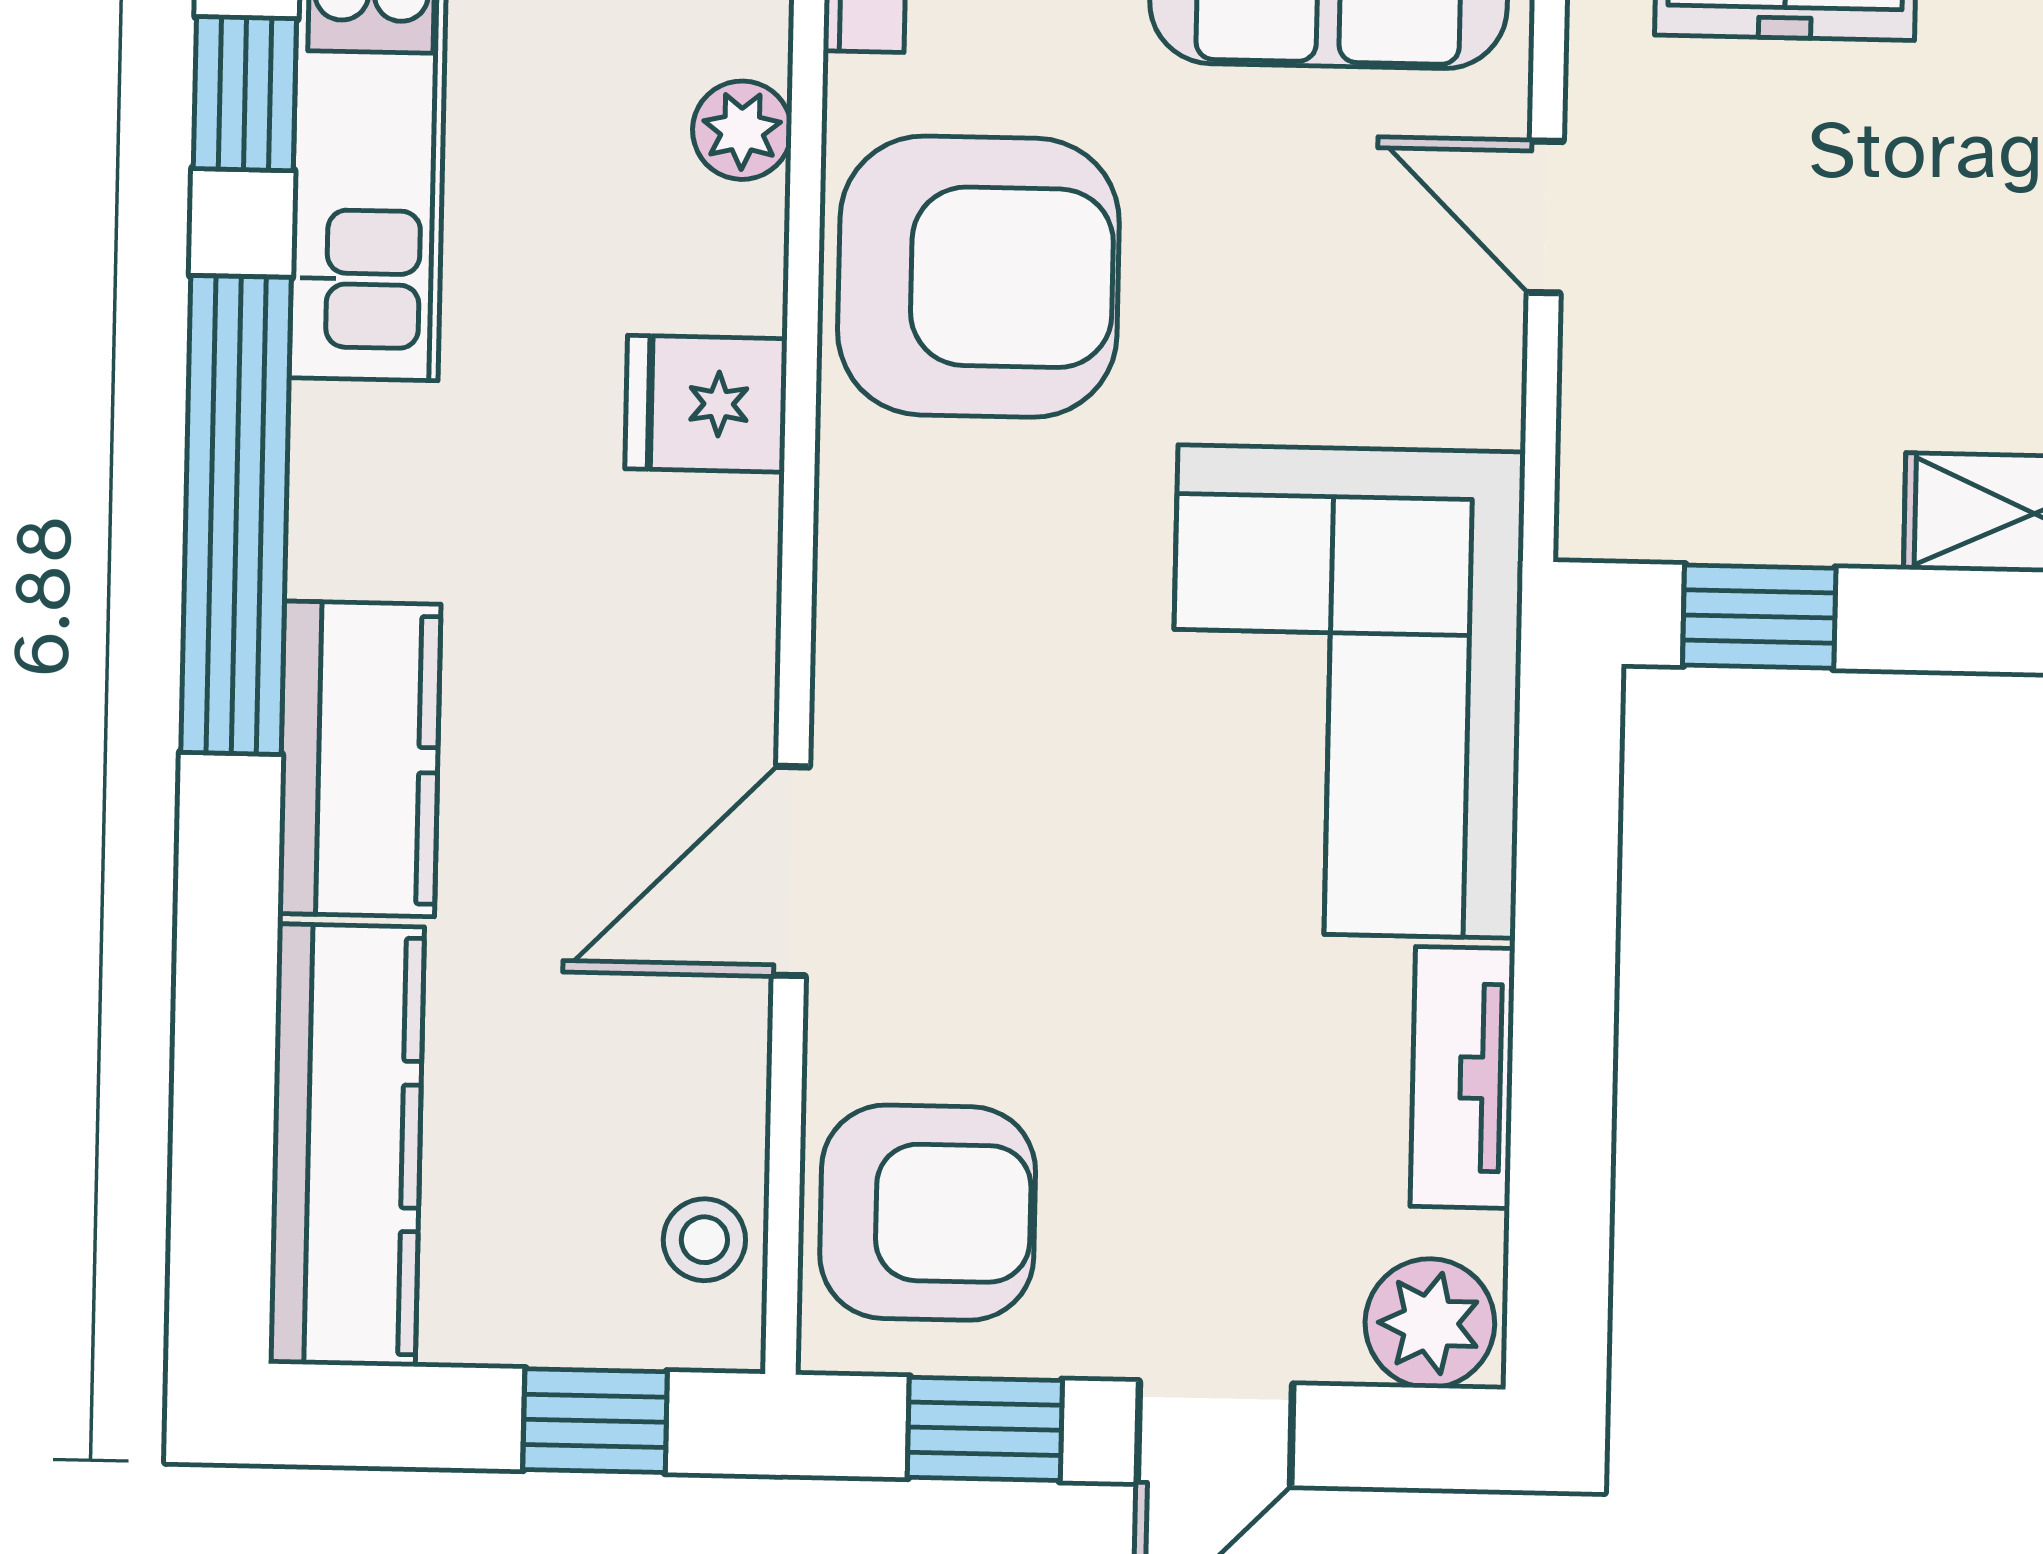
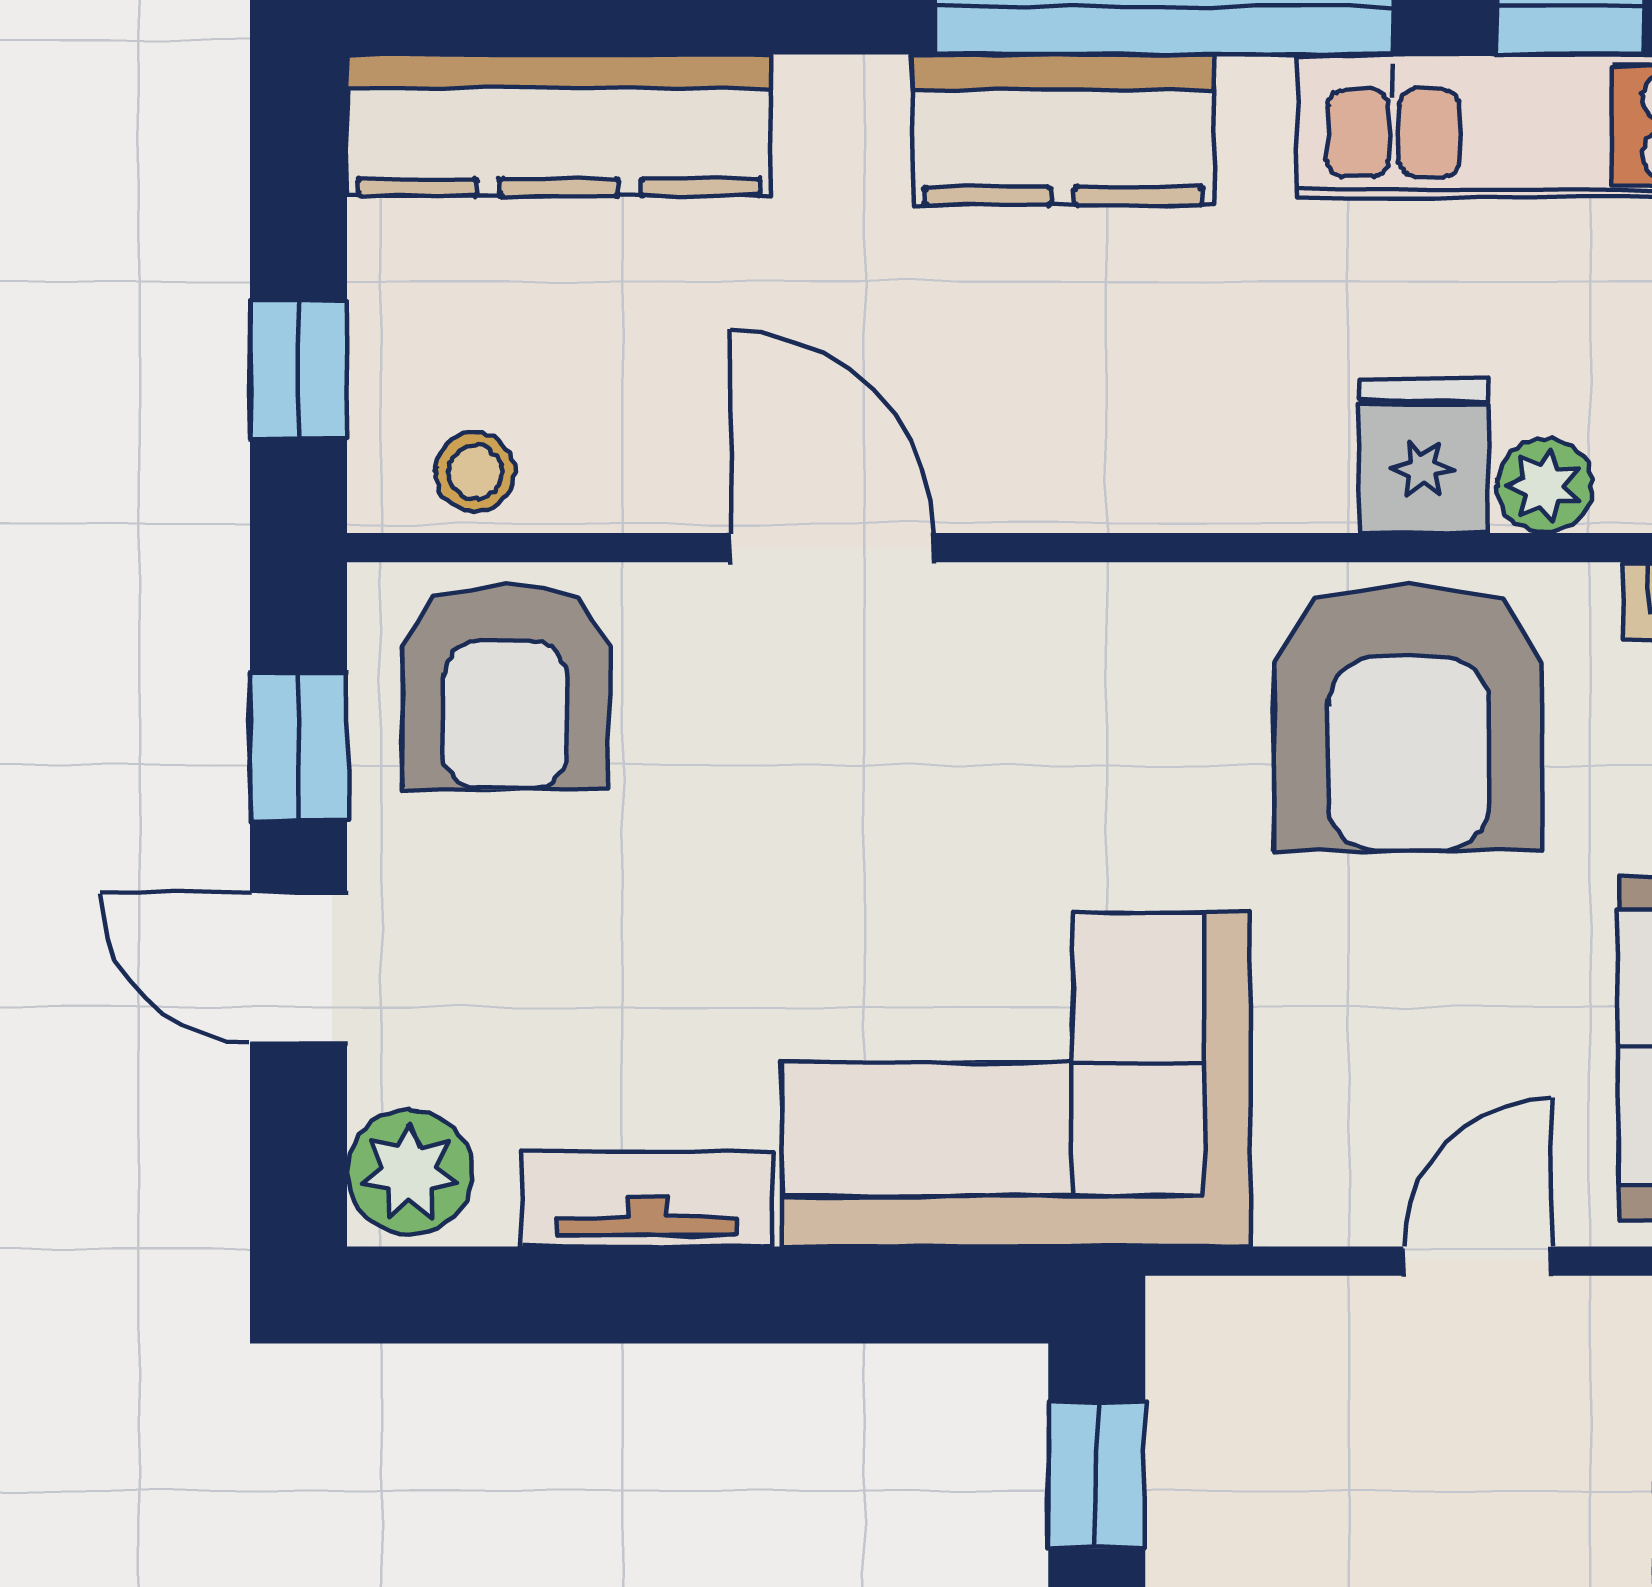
fridge: (706, 404) -> (1423, 456), moved
kitchen counter: (359, 759) -> (1063, 130), moved

